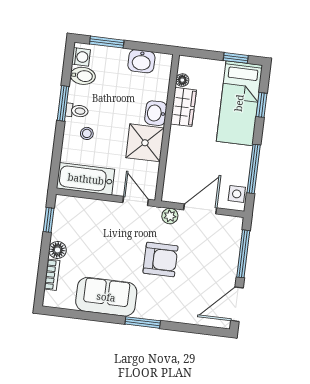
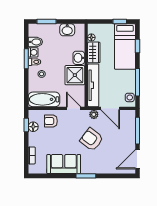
washing machine: (81, 57) -> (33, 52), moved
tv unit: (175, 165) -> (93, 85), added
door: (200, 209) -> (110, 108), swing flipped
armchair: (93, 218) -> (51, 121), added
floor lamp: (57, 250) -> (33, 127), moved
armchair: (160, 260) -> (92, 139), turned -143

